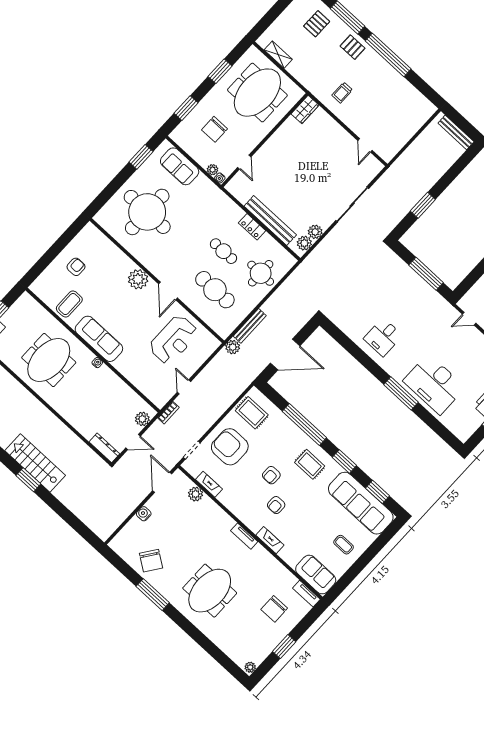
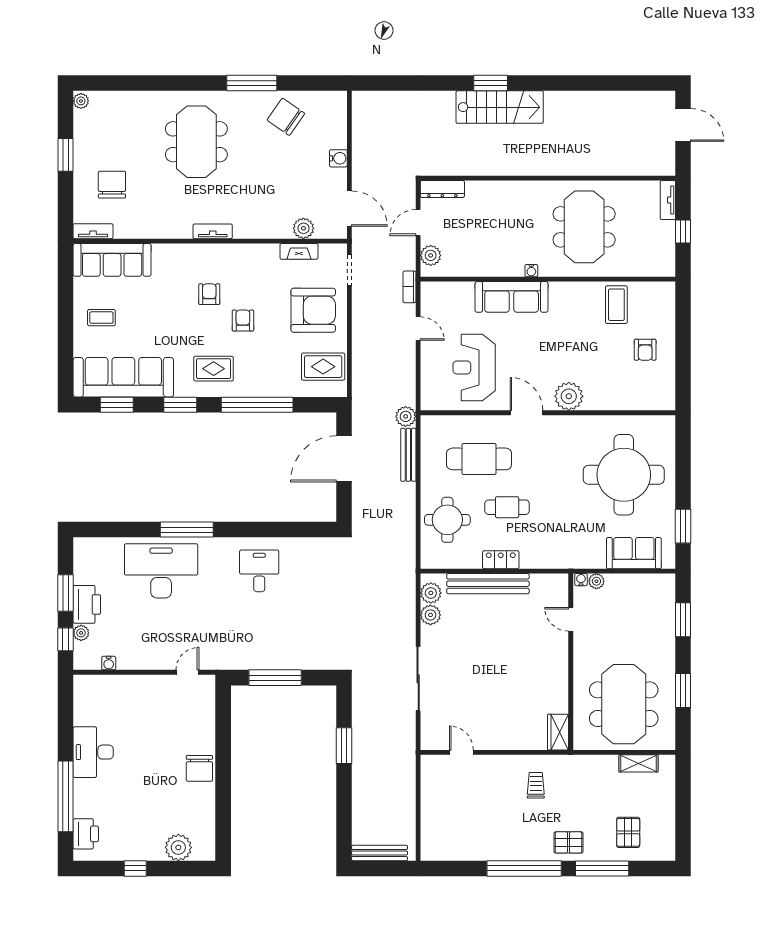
chair: (215, 129) -> (633, 625), removed
sofa: (99, 339) -> (512, 297), moved
fireplace: (270, 540) -> (182, 252), removed
sofa: (316, 575) -> (112, 260), width x1.36

